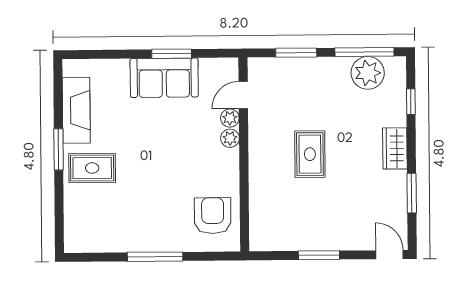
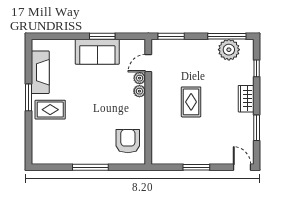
window: (296, 53) -> (171, 36), moved

